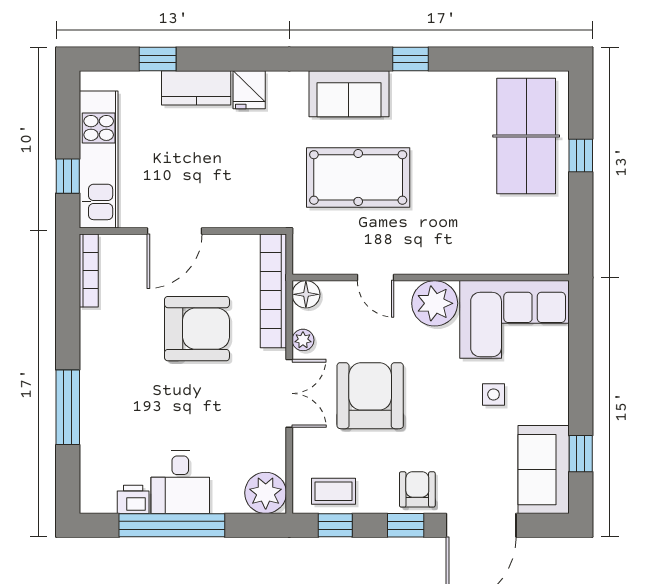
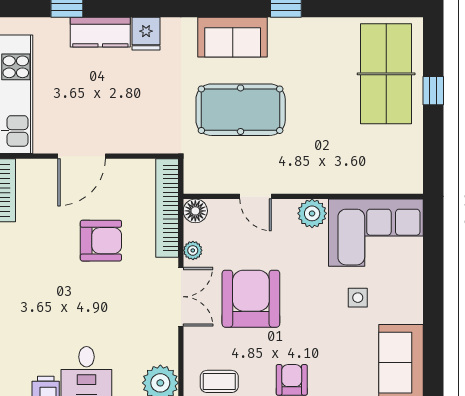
plant: (435, 303) -> (312, 213), width x0.73, depth x0.73
armchair: (197, 329) -> (101, 241), width x0.73, depth x0.73
window: (581, 454) -> (433, 349), removed

